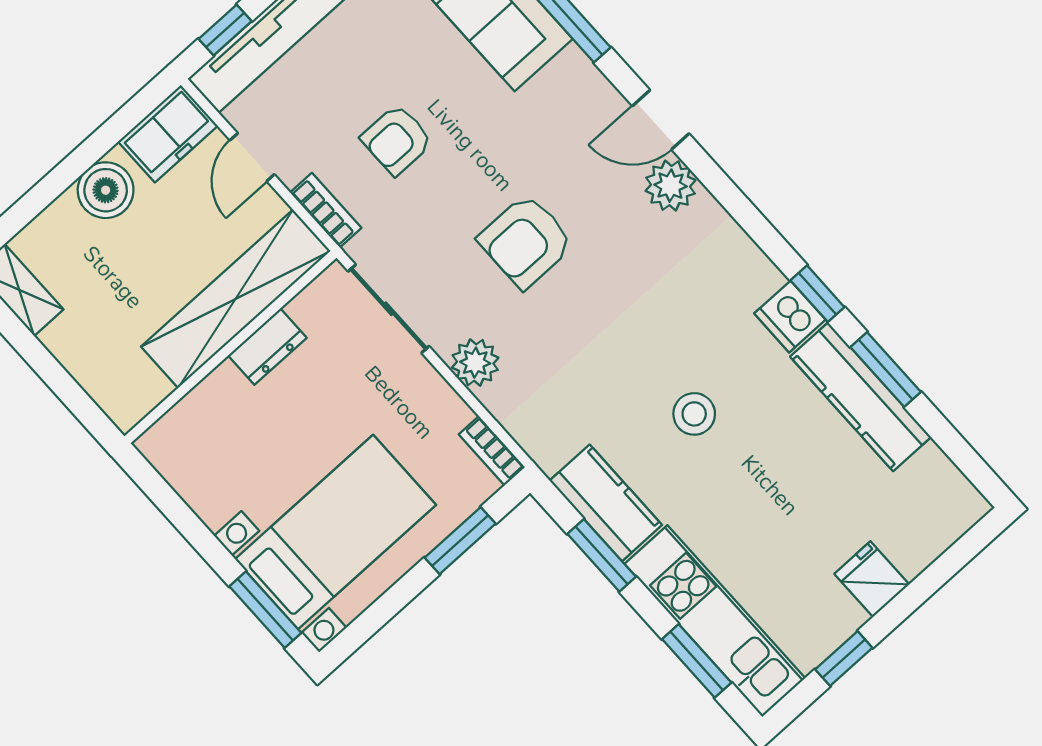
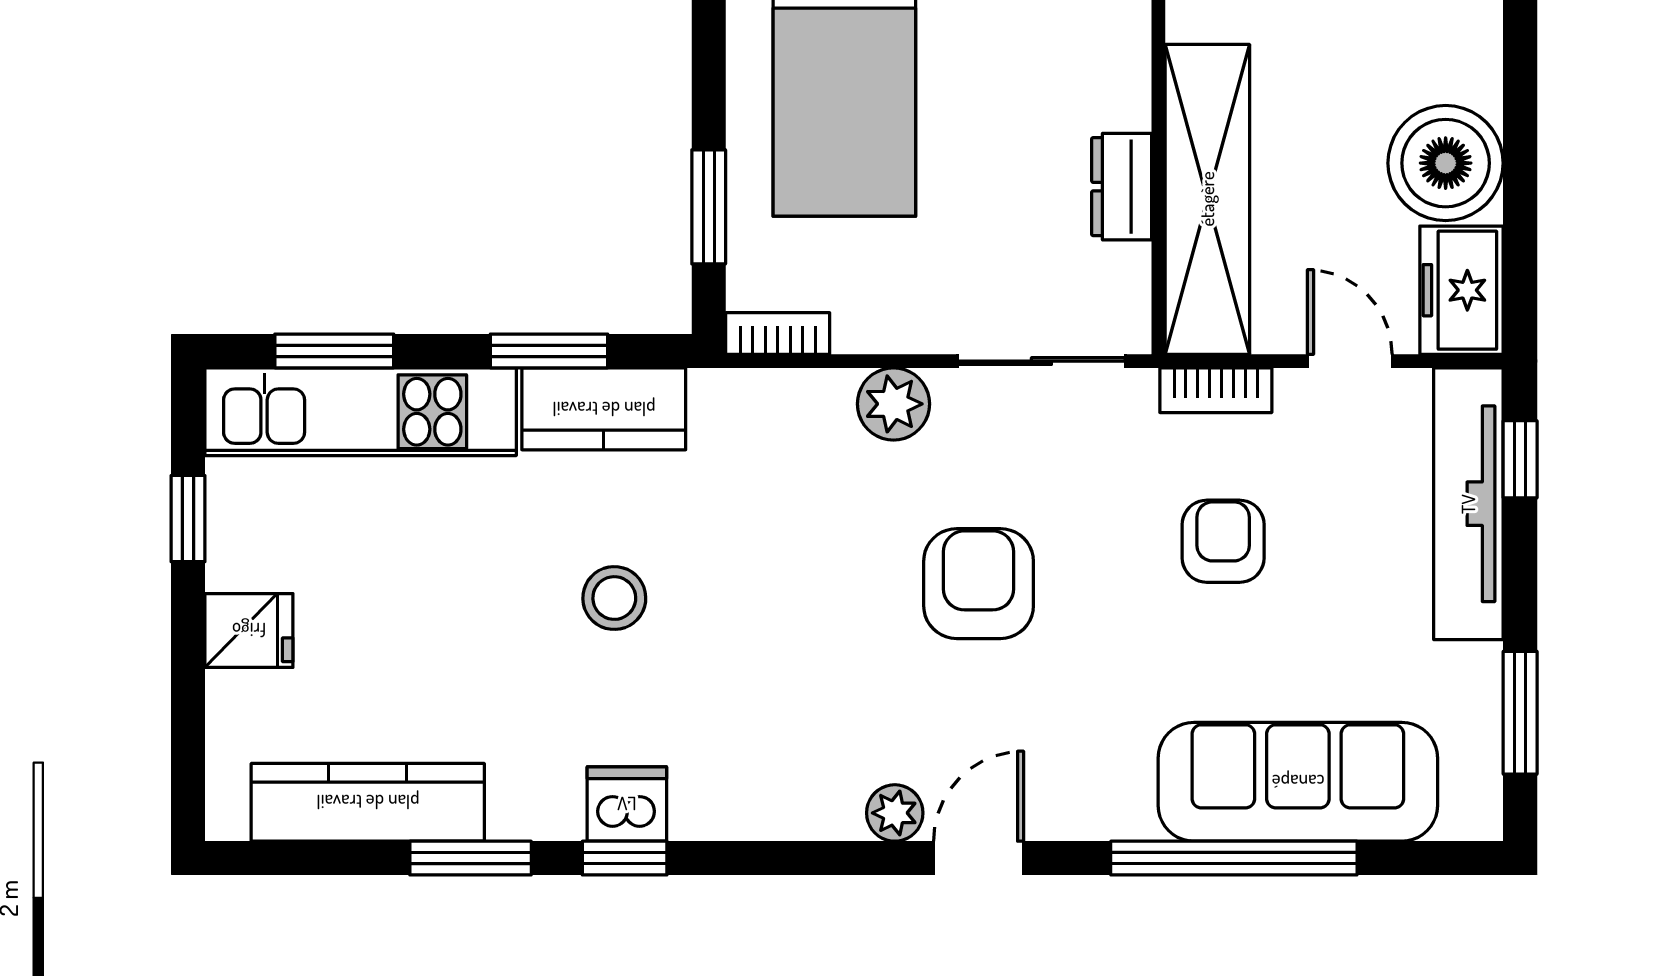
plant: (670, 186) -> (895, 813), width x0.73, depth x0.73
boiler: (106, 190) -> (1446, 163), width x1.37, depth x1.37
kitchen counter: (861, 397) -> (368, 802), moved

